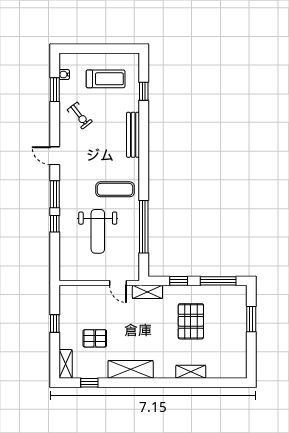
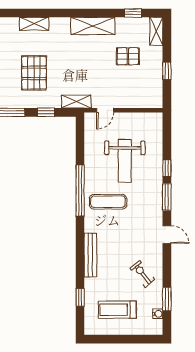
window: (144, 227) -> (80, 190), moved
weight bench: (98, 231) -> (125, 161), turned 180
door: (118, 283) -> (105, 110), swing flipped

